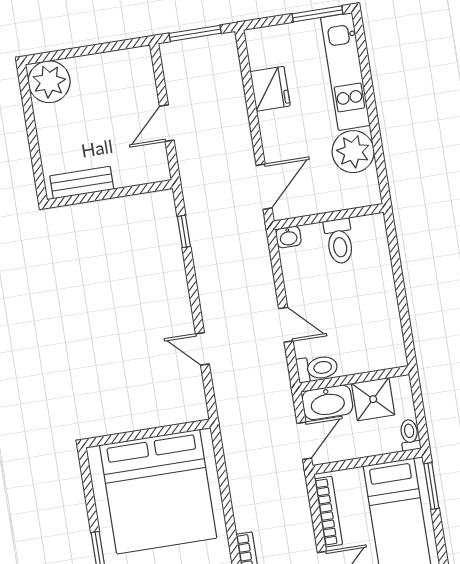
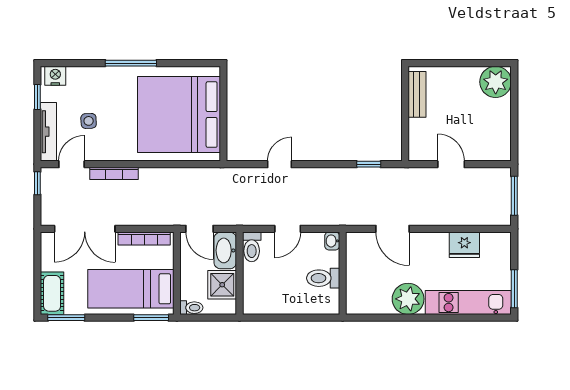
wall: (329, 217) -> (343, 273), moved
washbasin: (288, 237) -> (332, 241), moved
toilet: (339, 241) -> (323, 278), moved

